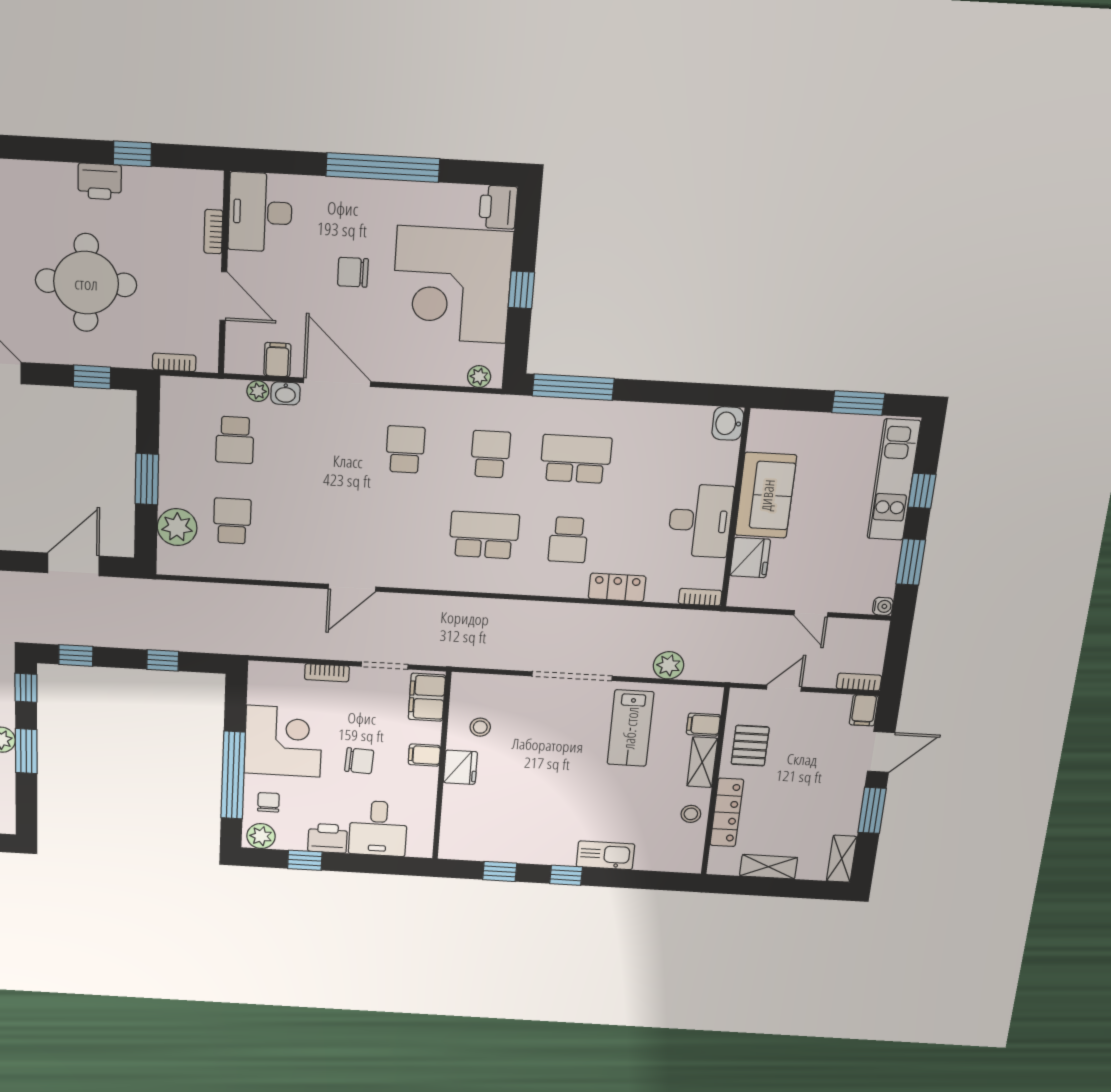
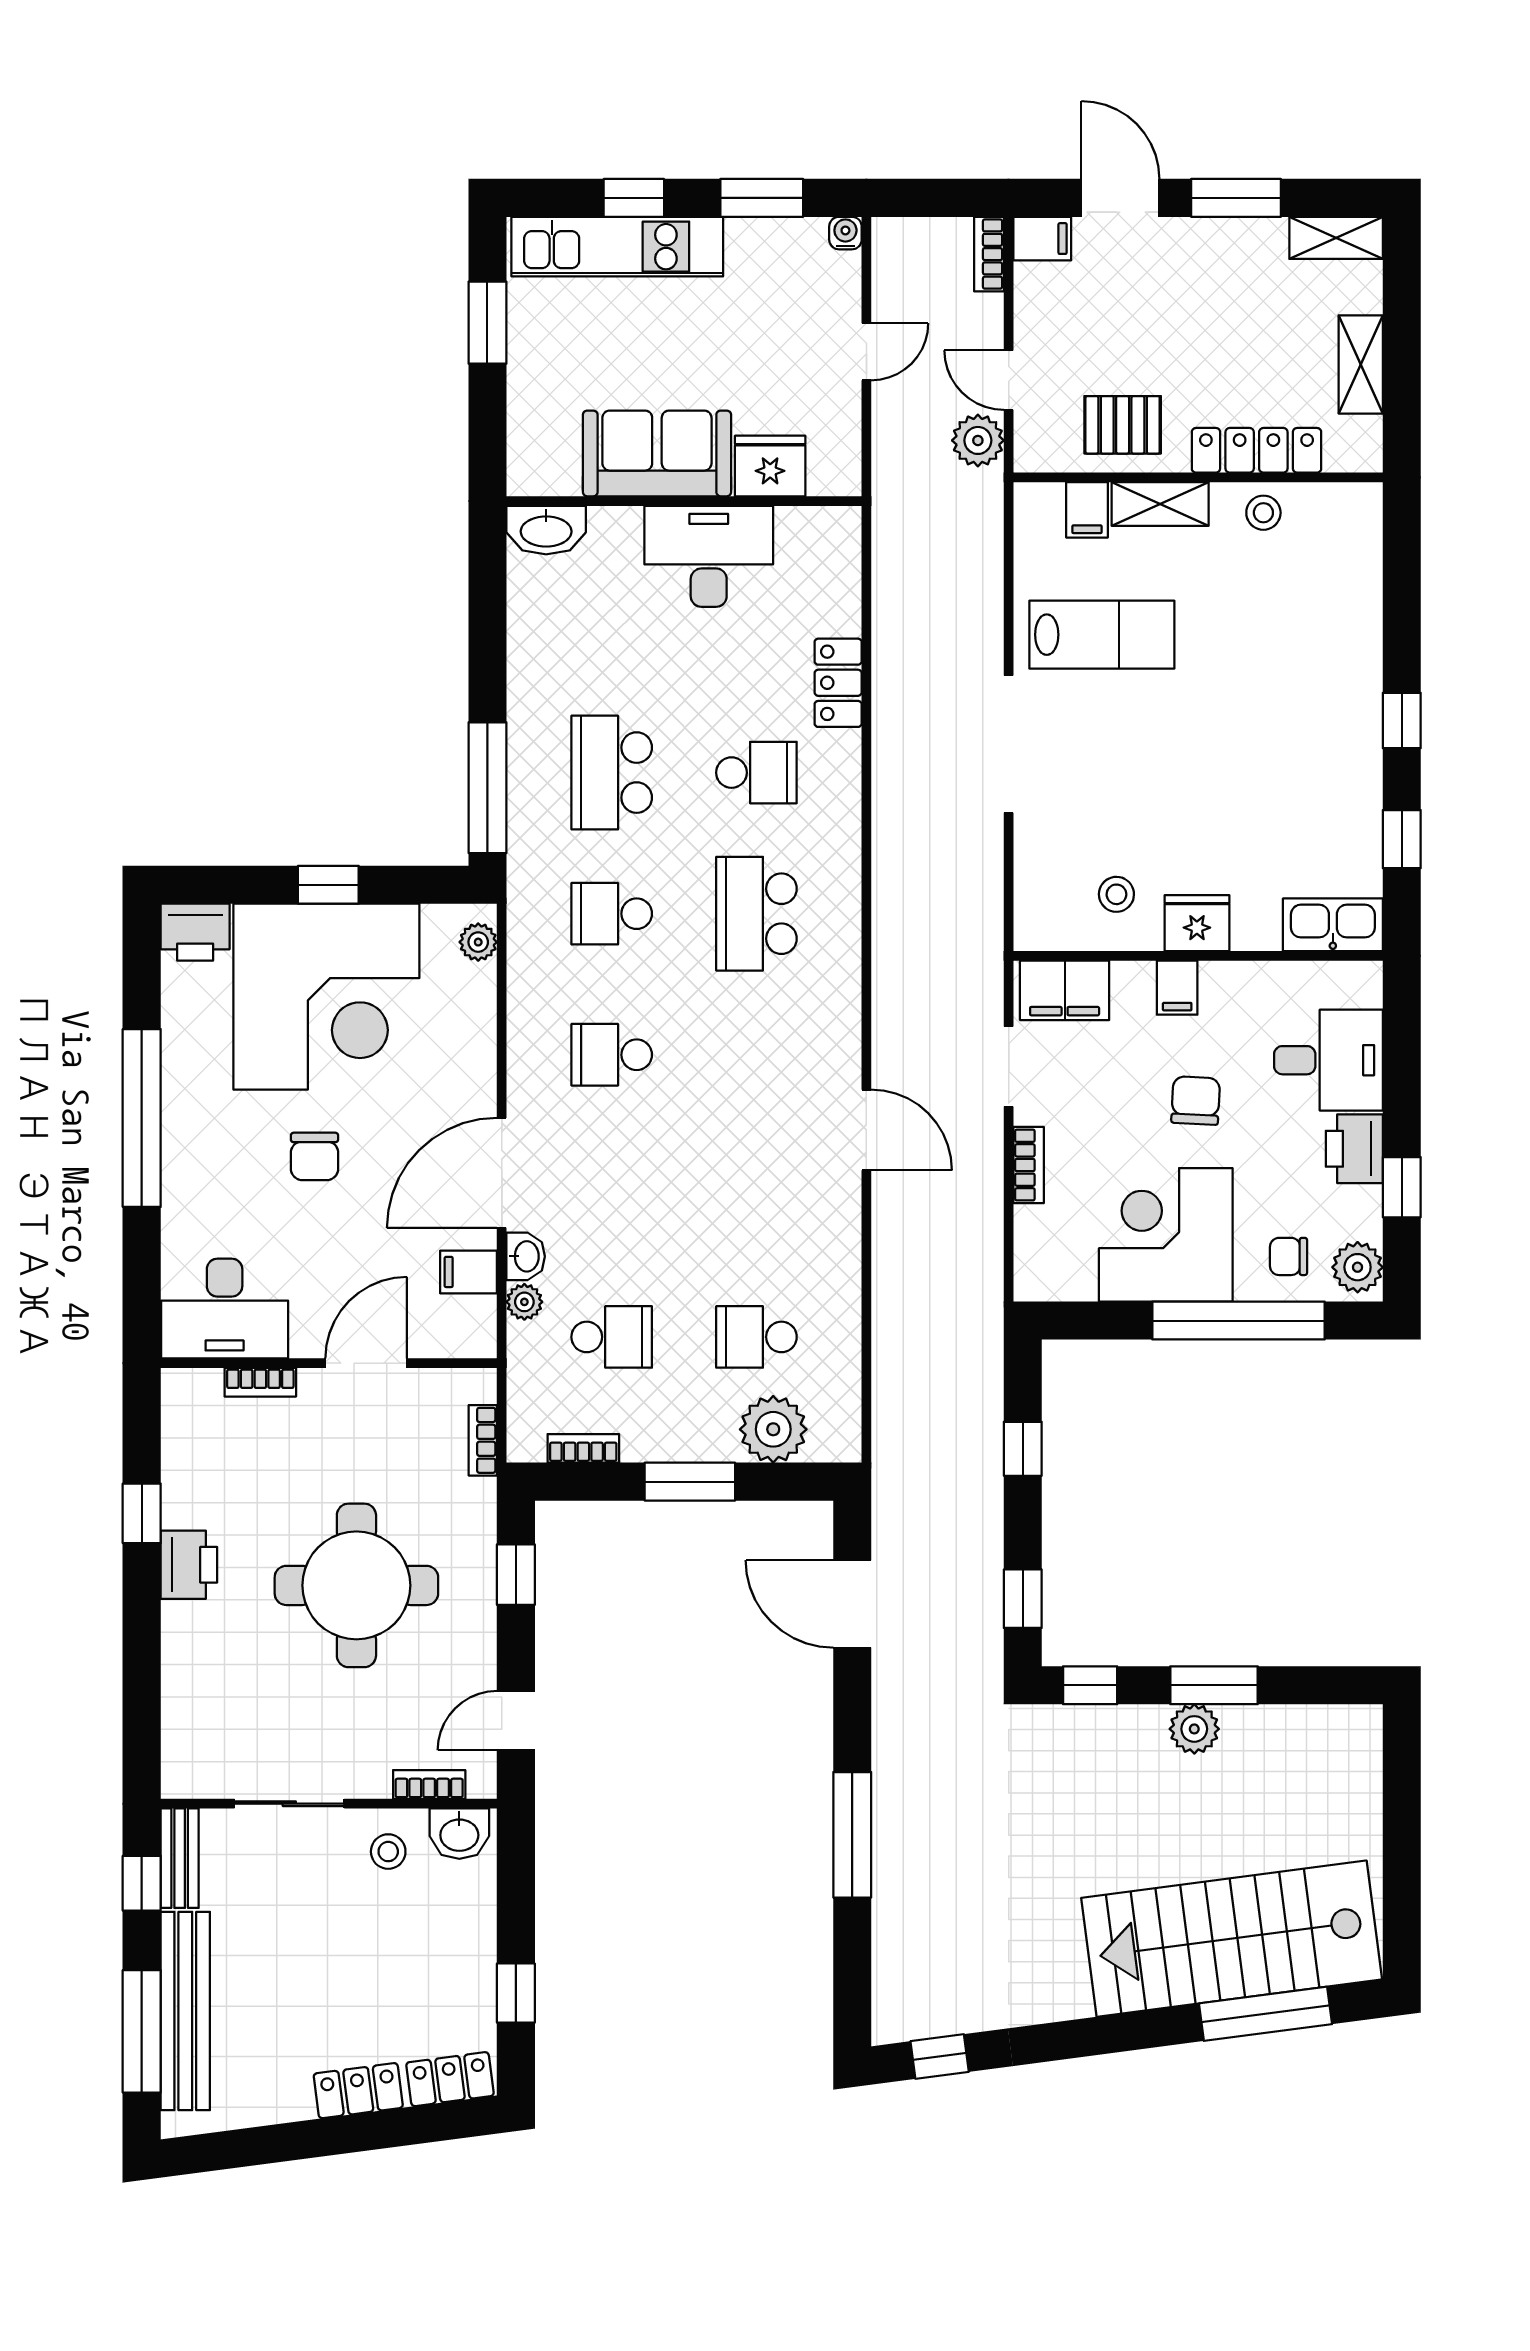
washbasin: (728, 423) -> (546, 530), width x1.38
bookcase: (700, 597) -> (583, 1448), moved, turned 90
plant: (669, 665) -> (978, 440), moved
kitchen sink: (605, 855) -> (1333, 925), moved, turned 90

